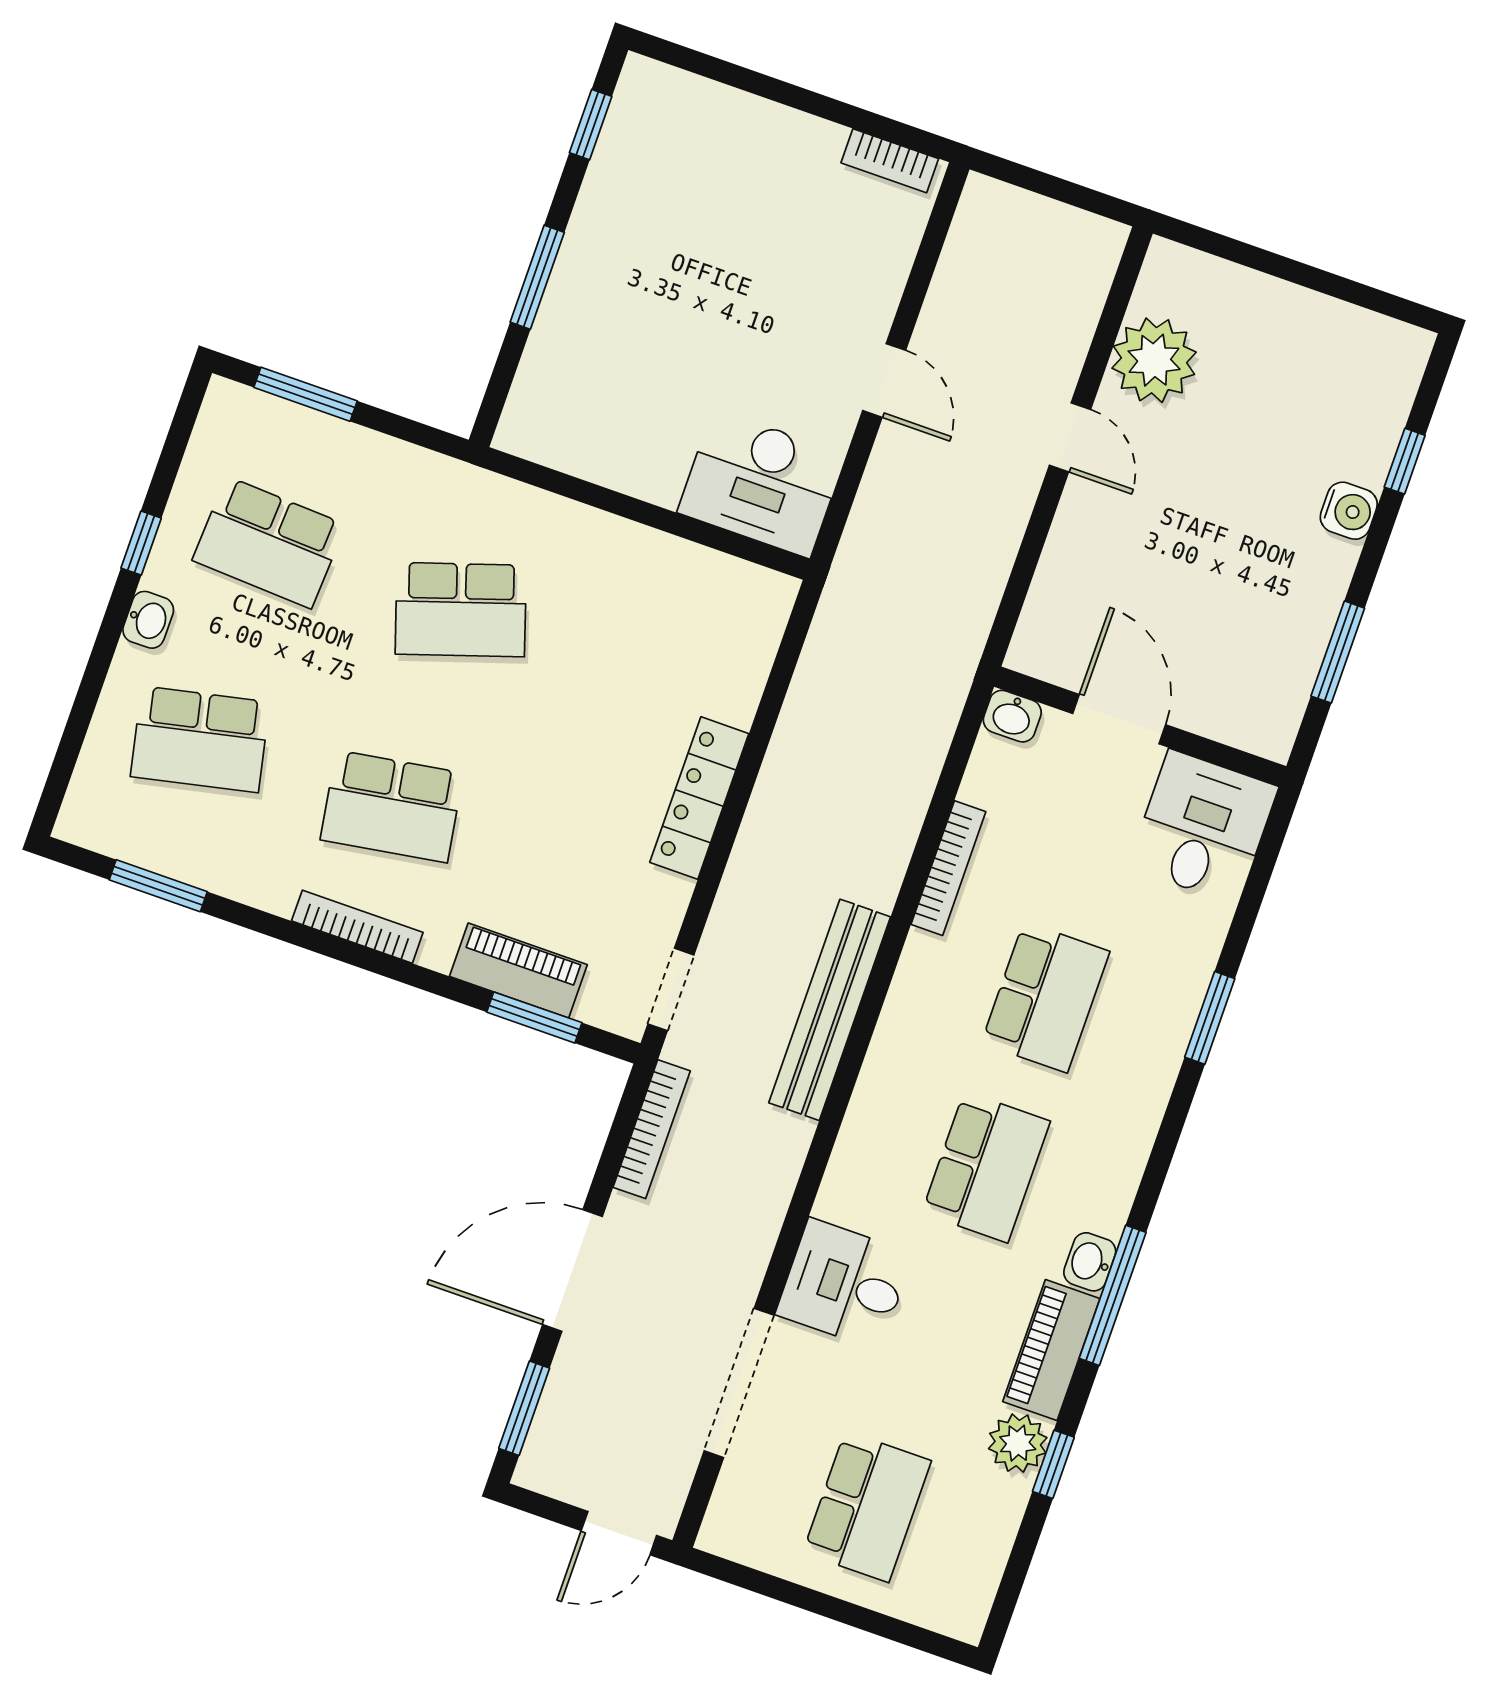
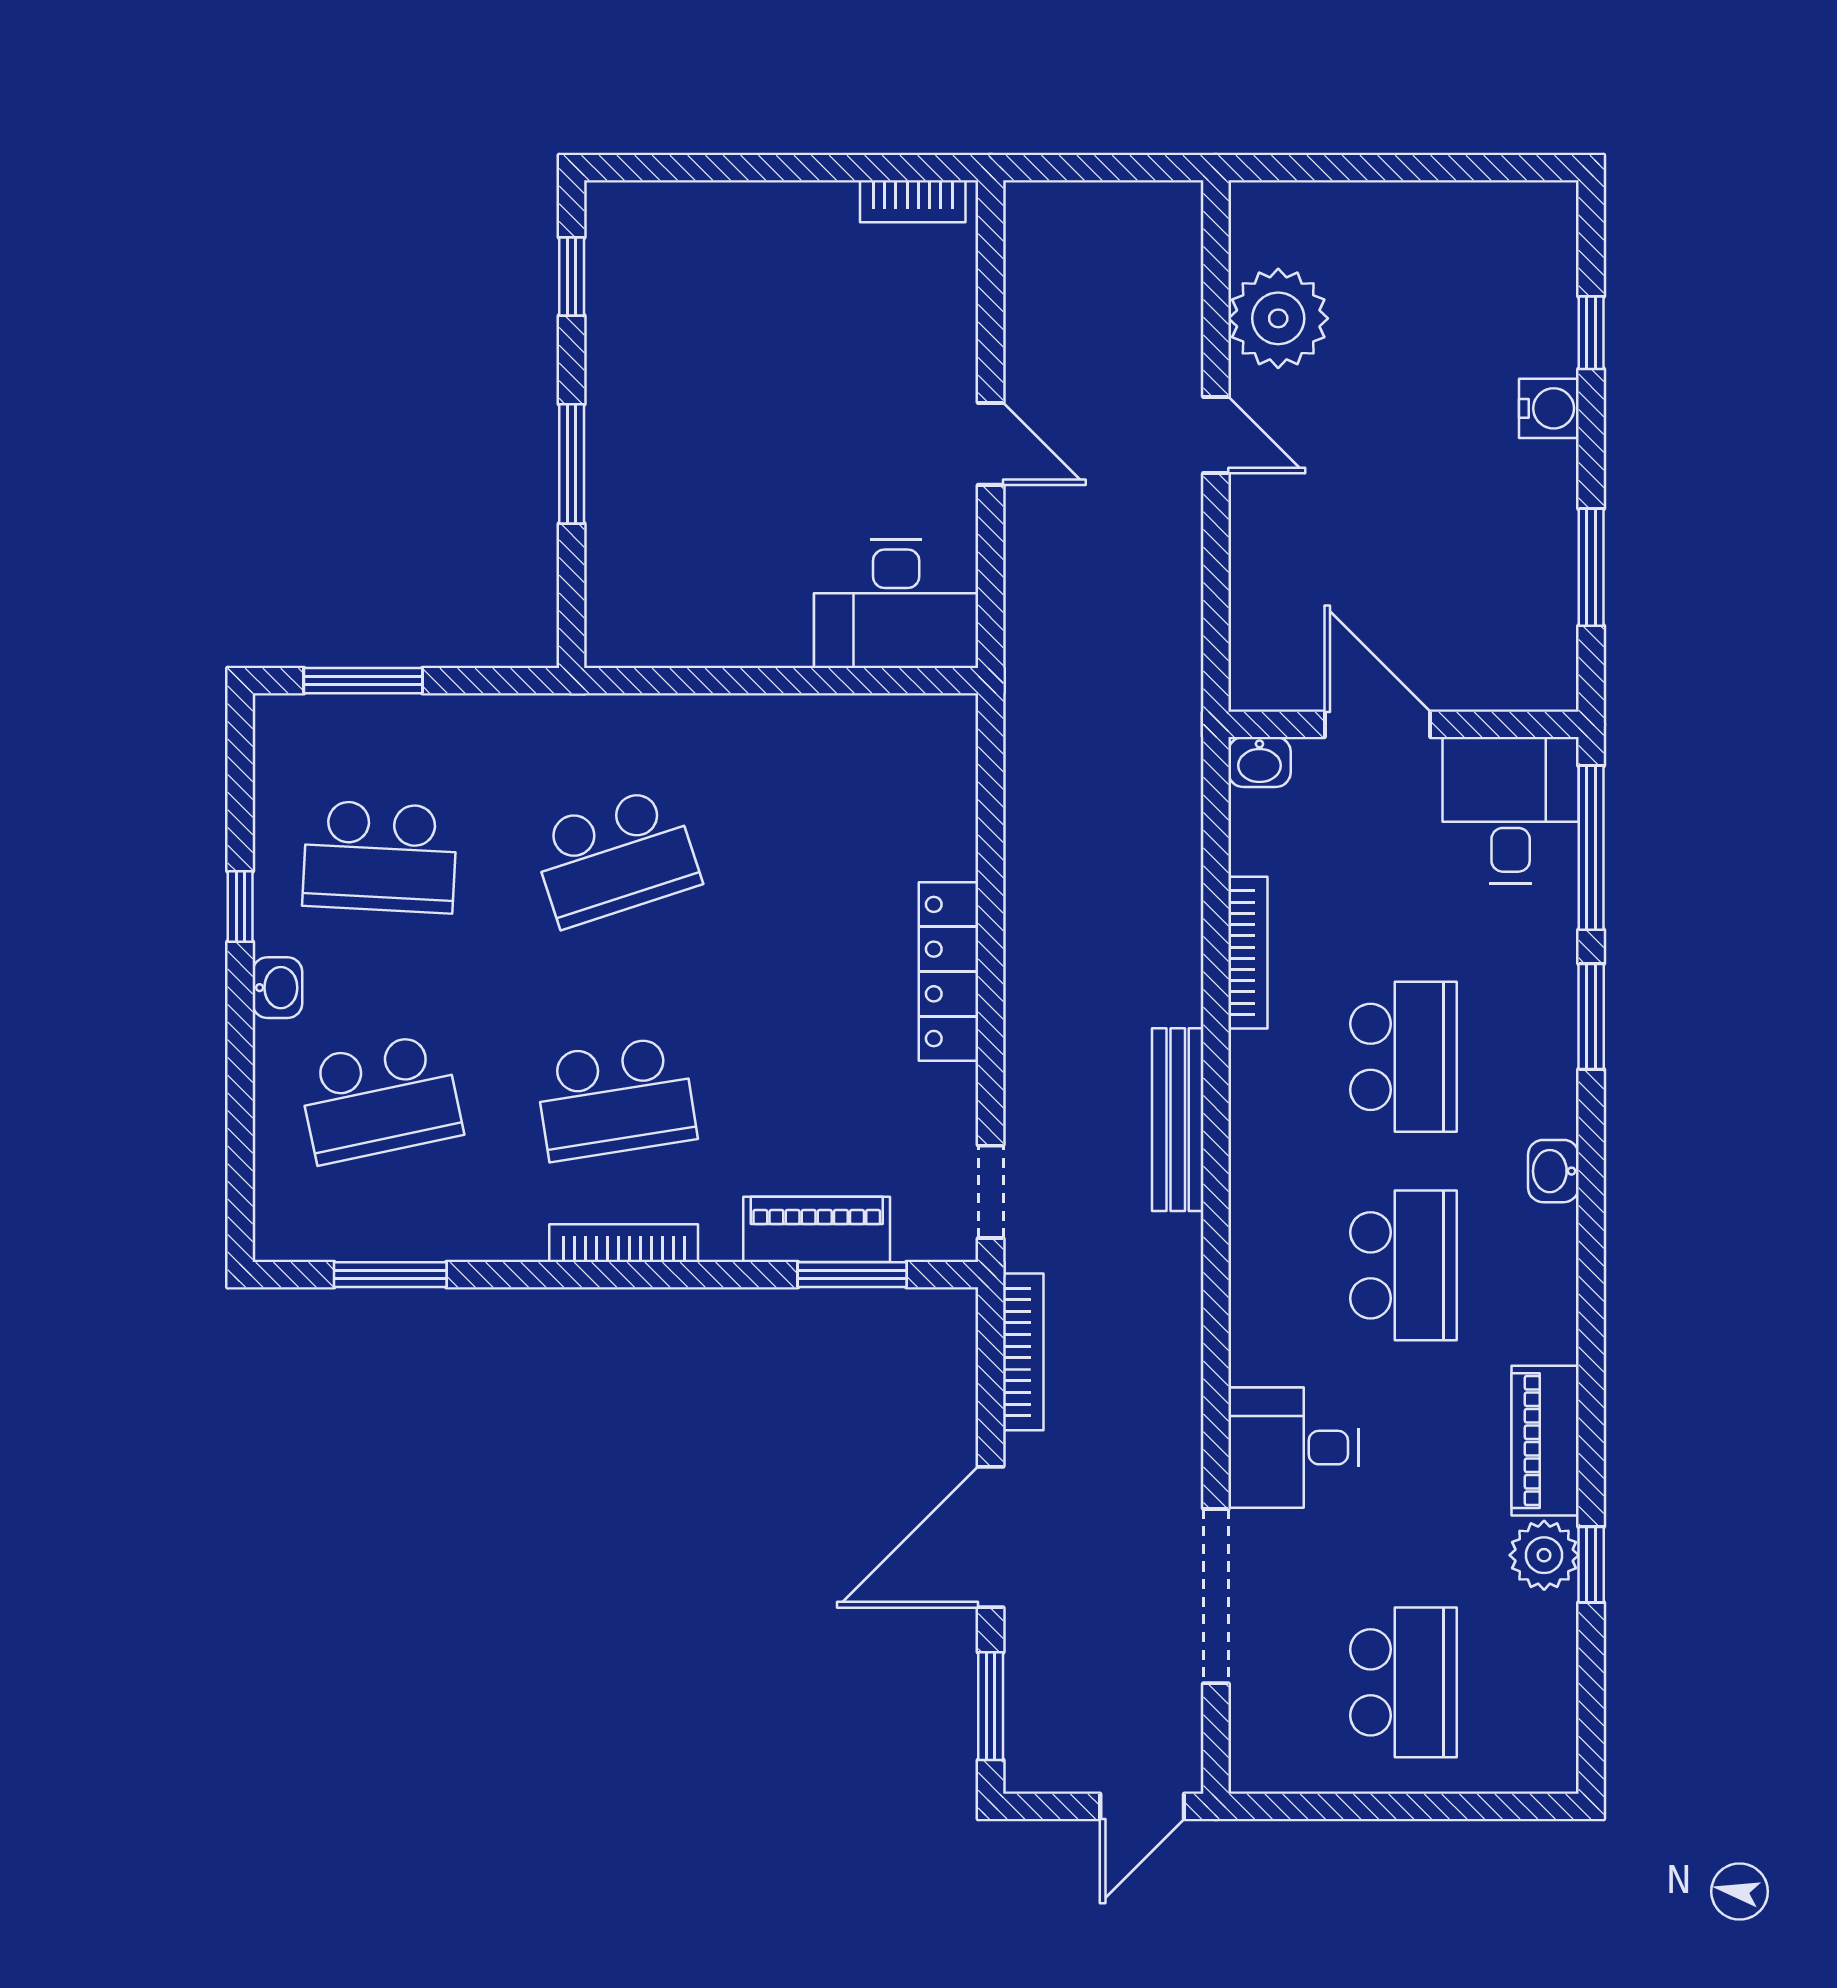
bench: (830, 1010) -> (1178, 1120), width x0.73, depth x0.82
washbasin: (1090, 1262) -> (1553, 1171), moved
window: (1113, 1295) -> (1591, 848), moved

